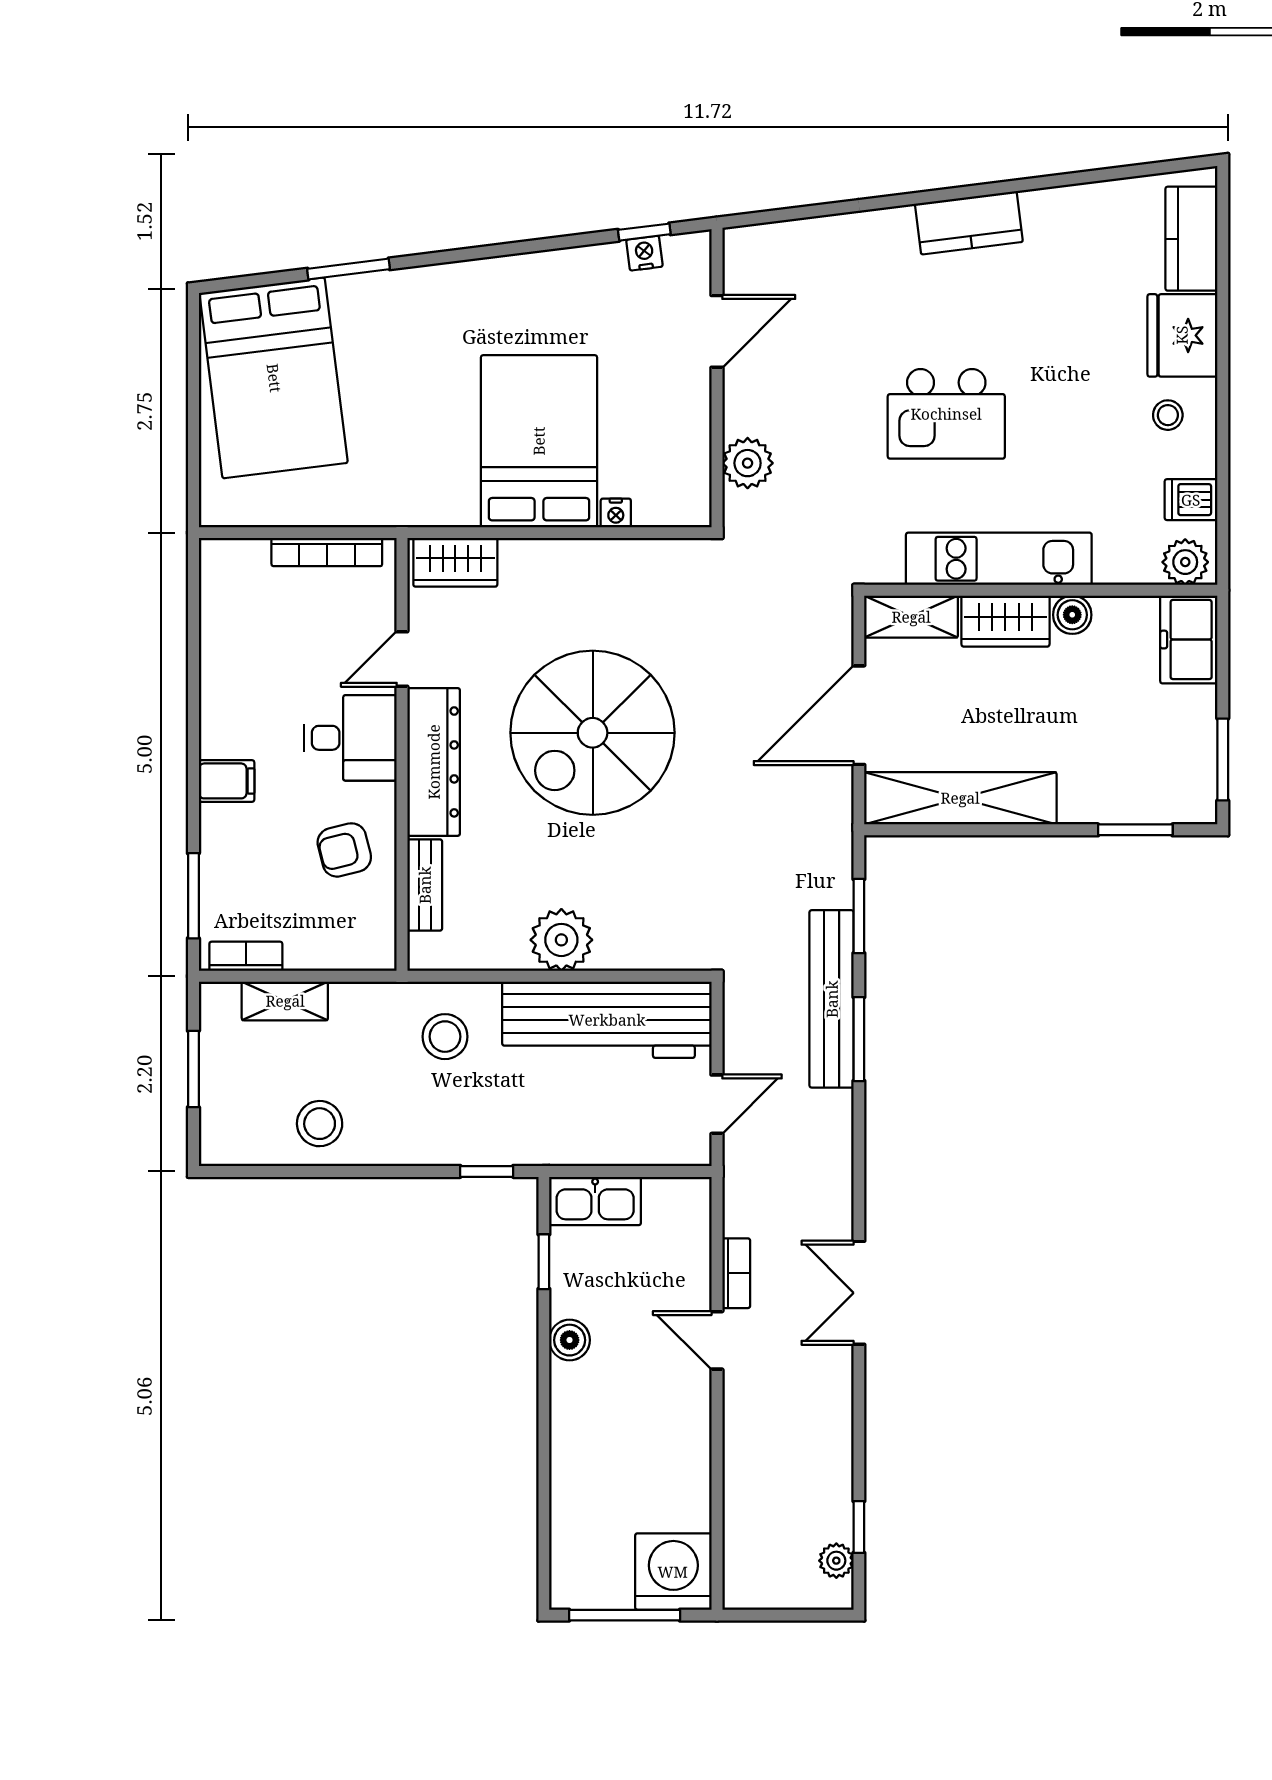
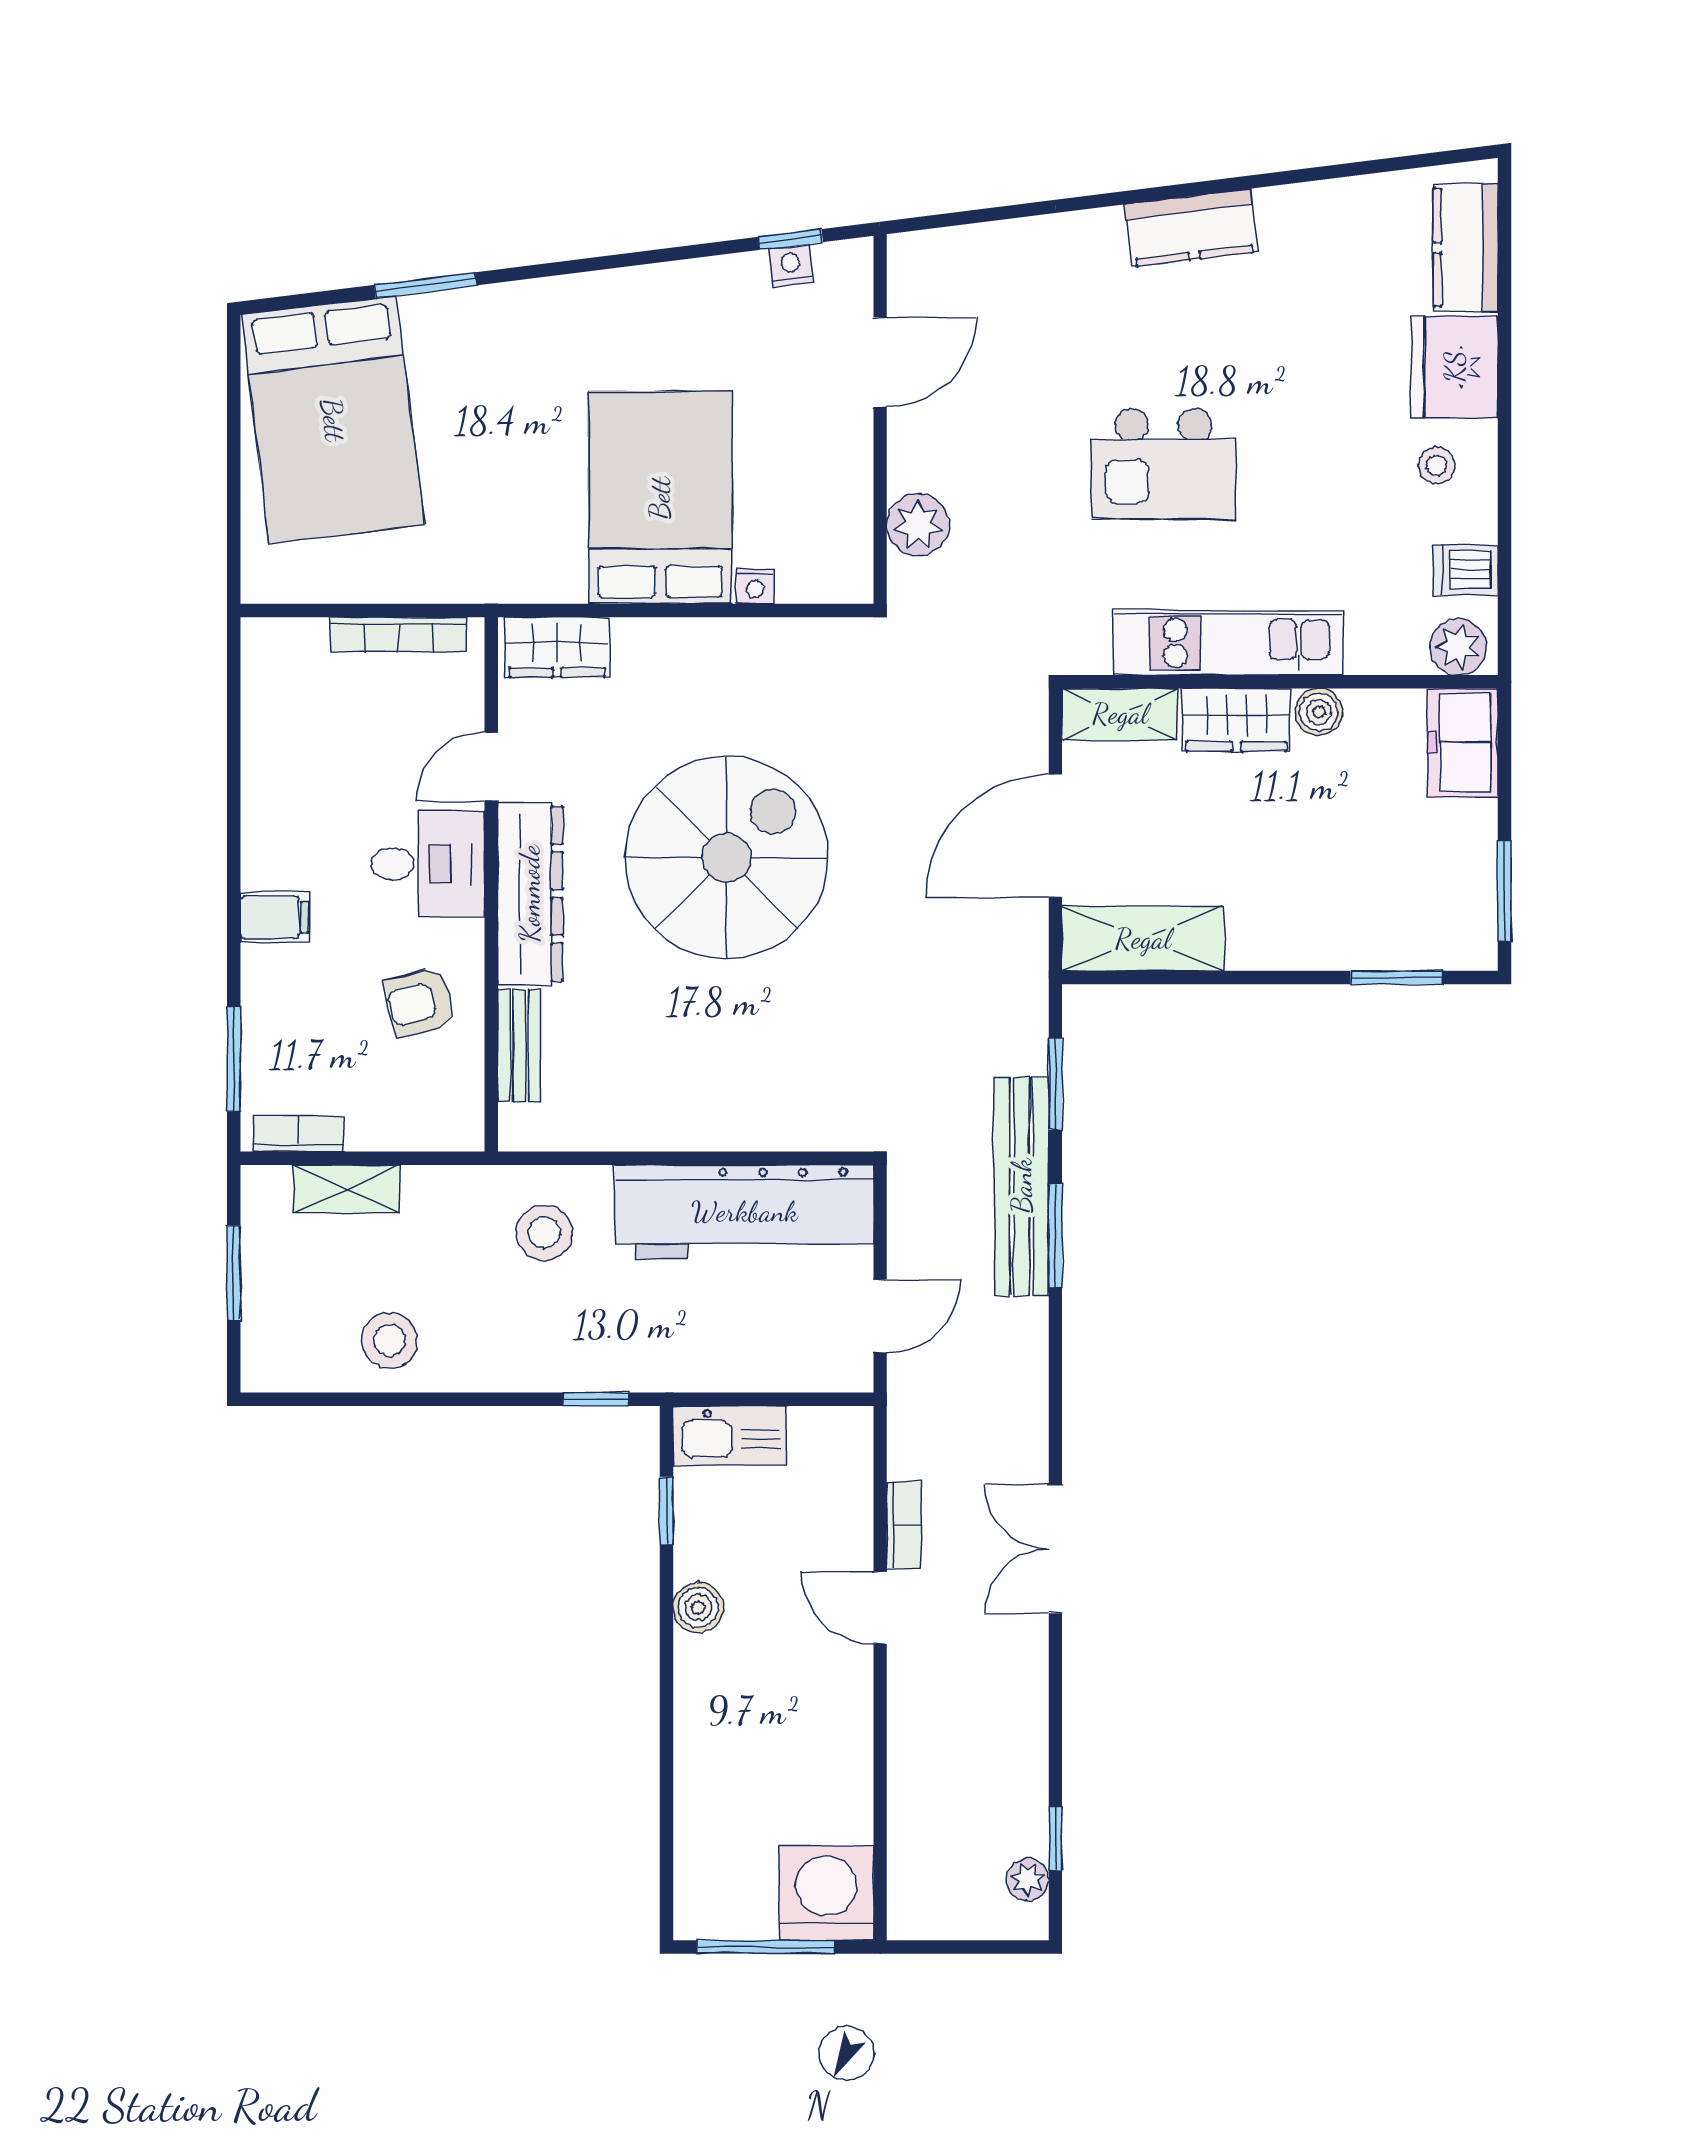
spiral stairs: (593, 733) -> (727, 858), turned 180
shelving: (960, 798) -> (1143, 939), width x0.68
plant: (561, 940) -> (688, 1113), removed

